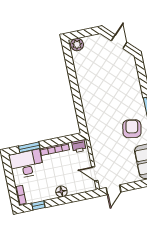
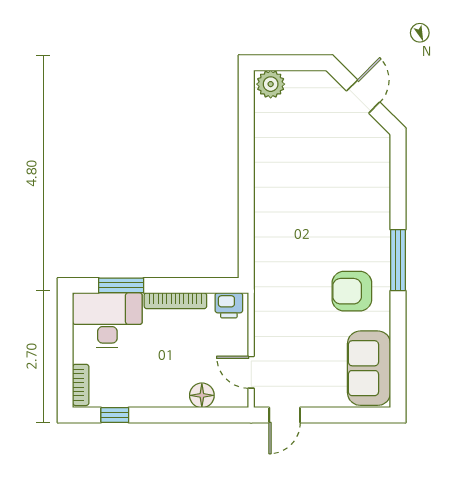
armchair: (132, 129) -> (352, 291), turned -100
floor lamp: (61, 191) -> (202, 395), moved

